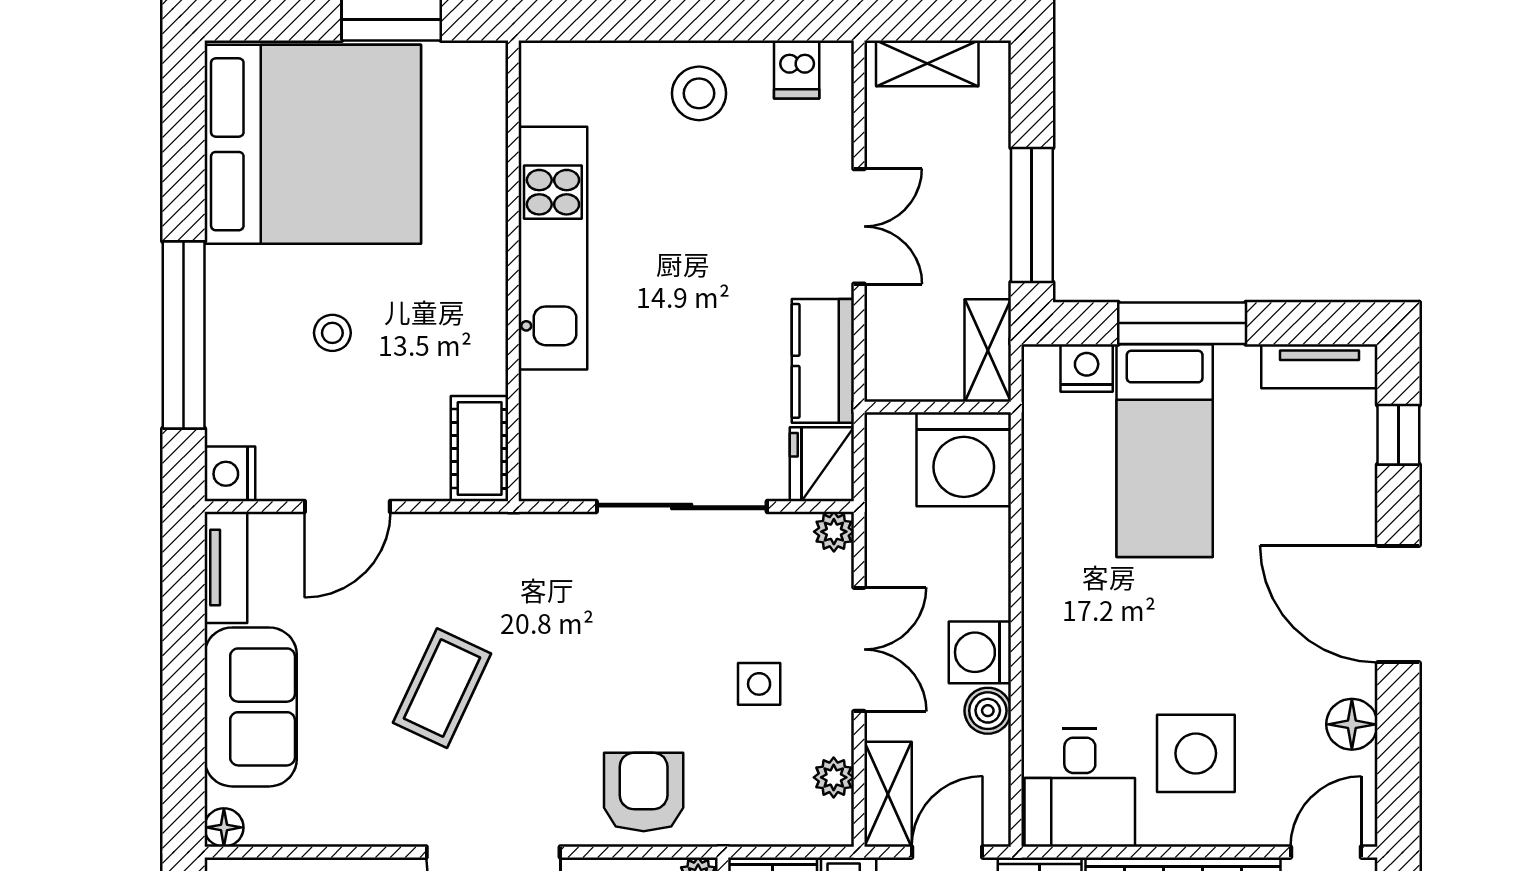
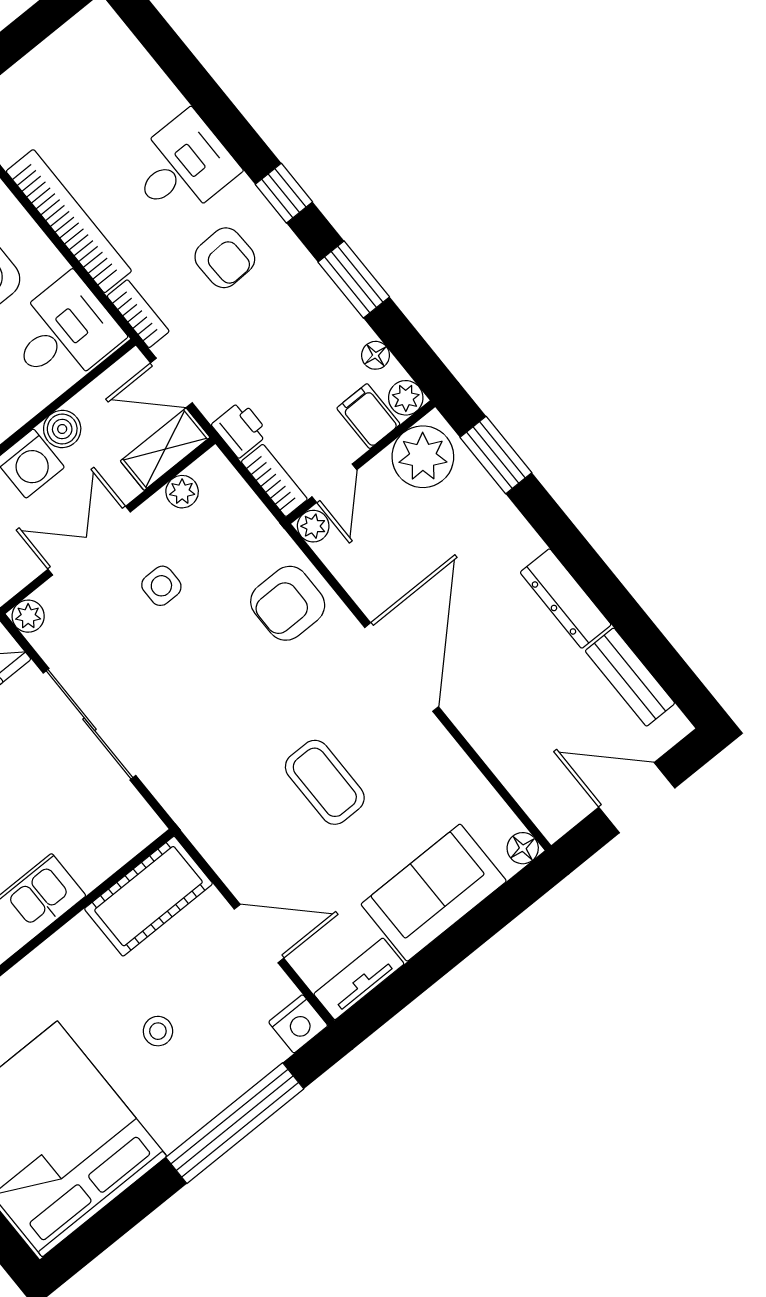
cot: (480, 449) -> (148, 896), width x1.37, depth x1.34
coffee table: (442, 688) -> (325, 782), turned 65

